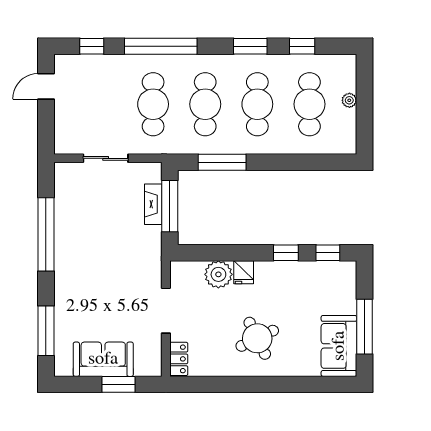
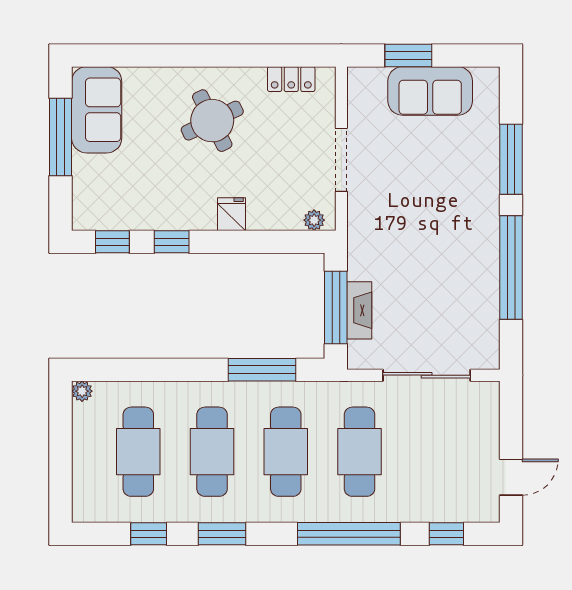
plant: (349, 100) -> (82, 391), moved
sliding door: (106, 158) -> (427, 375), width x1.37
plant: (218, 274) -> (314, 220), moved, width x0.53, depth x0.53
window: (46, 331) -> (511, 159), moved
locker: (179, 359) -> (291, 79), moved, turned -90

